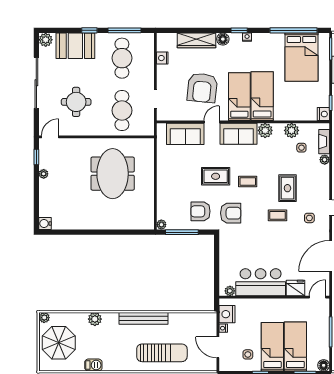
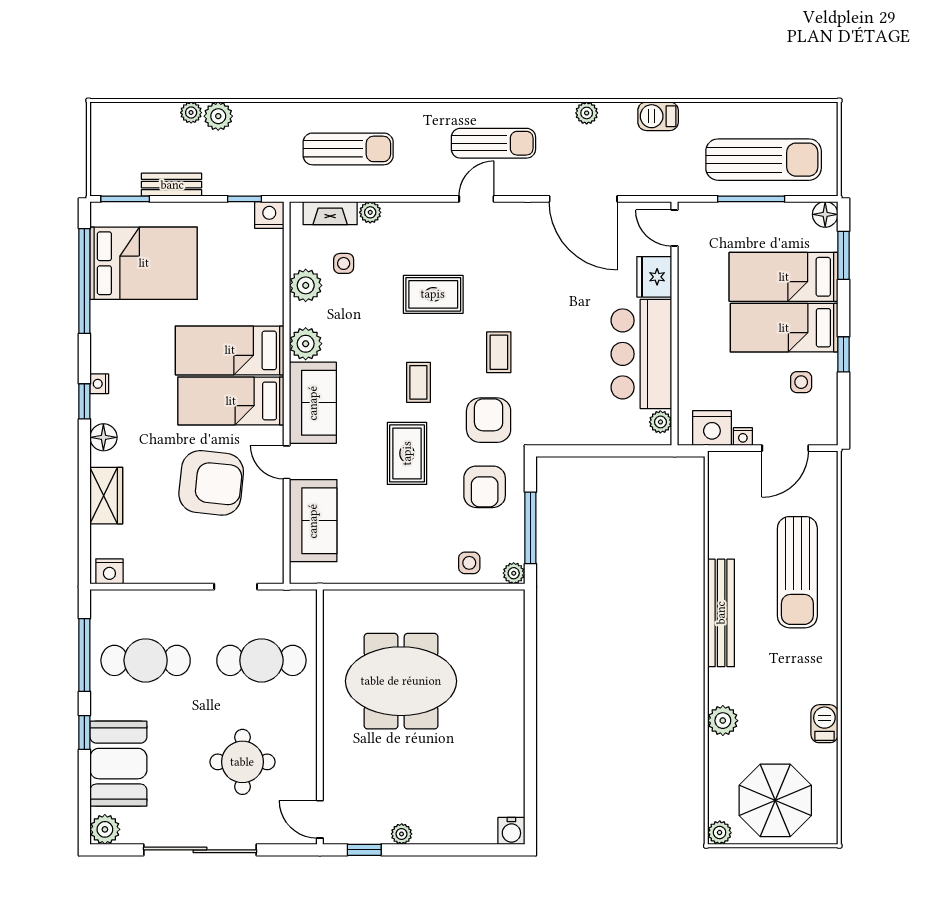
wardrobe: (197, 40) -> (106, 496), width x0.67
nightstand: (162, 58) -> (109, 571), moved
coffee table: (277, 215) -> (499, 352), moved
side table: (309, 218) -> (469, 563), moved
sun lounger: (162, 353) -> (797, 572), turned 180

